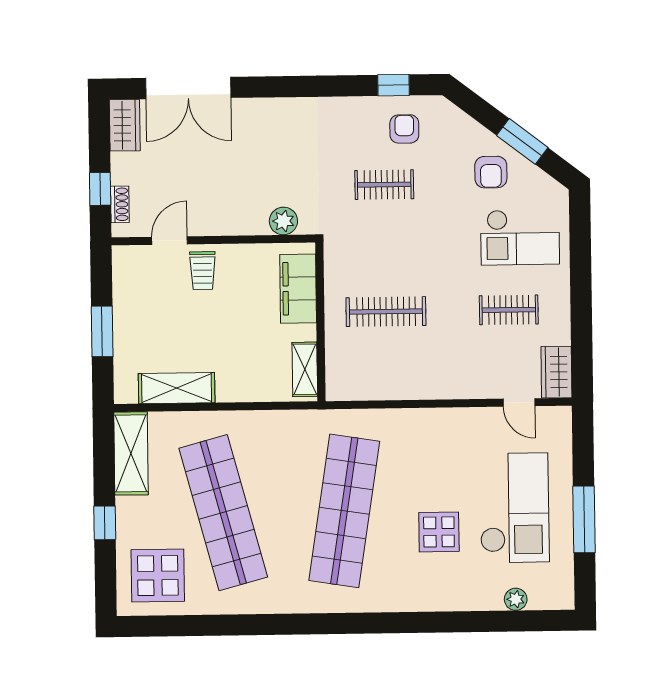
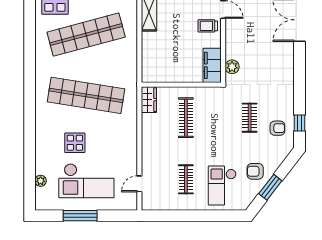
filing cabinet: (298, 289) -> (212, 65), moved, turned -90
shelving: (305, 369) -> (157, 77), removed
wardrobe: (556, 372) -> (149, 100), moved, turned 90

